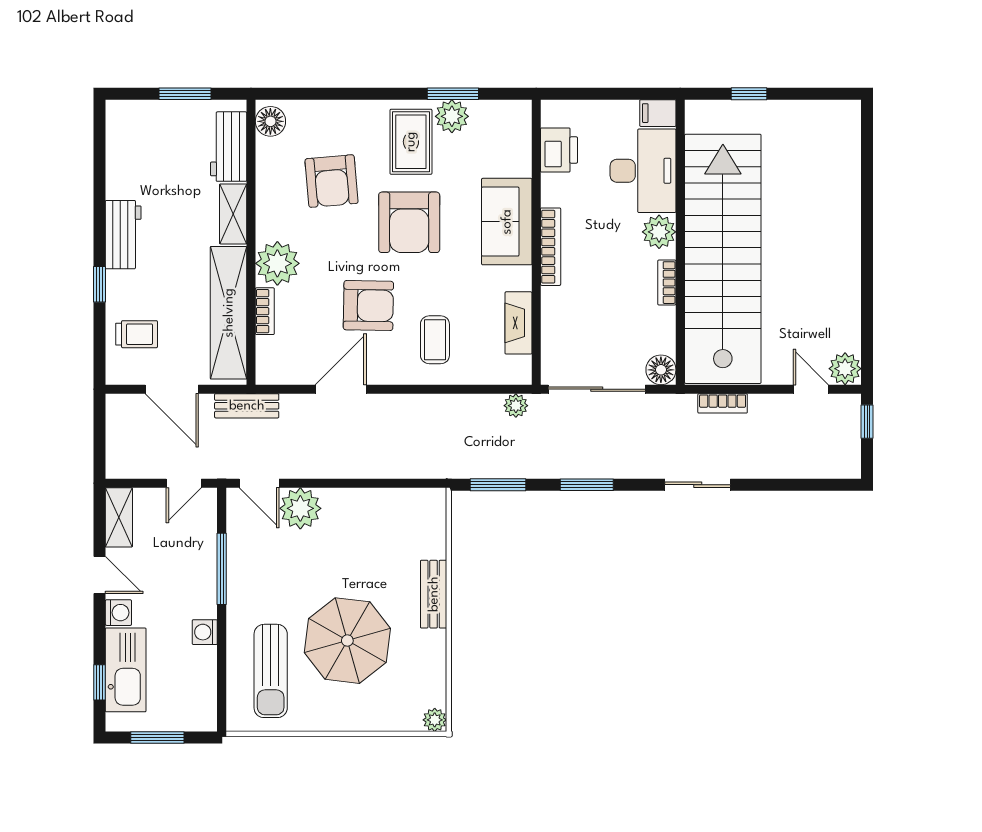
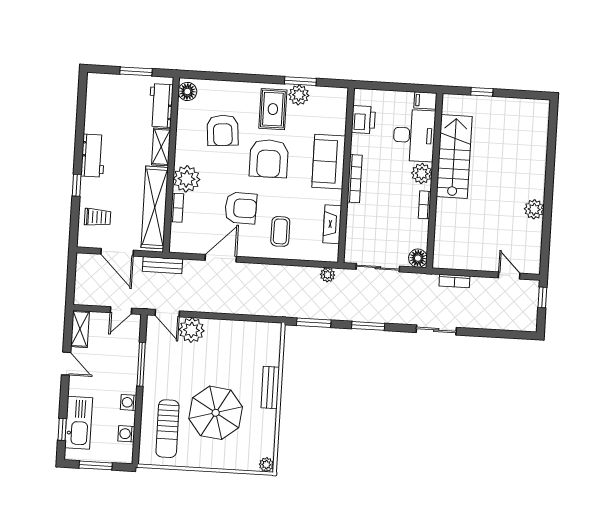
stairs: (723, 259) -> (454, 156), width x0.54, depth x0.66
plant: (845, 369) -> (534, 209), moved
sliding door: (597, 389) -> (378, 268), width x0.73
washing machine: (118, 613) -> (126, 434), moved, turned 180

